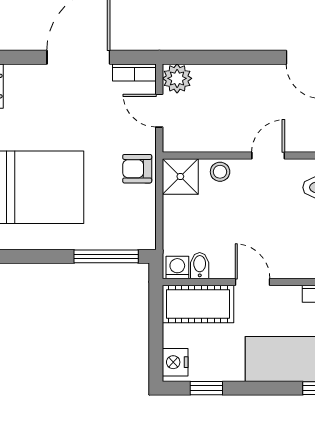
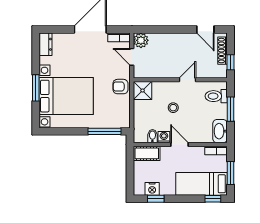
stool: (220, 172) -> (173, 108), moved
washing machine: (177, 268) -> (164, 137), moved
cot: (198, 304) -> (147, 153), width x0.73, depth x0.75
nightstand: (175, 362) -> (152, 189), moved, turned -90

